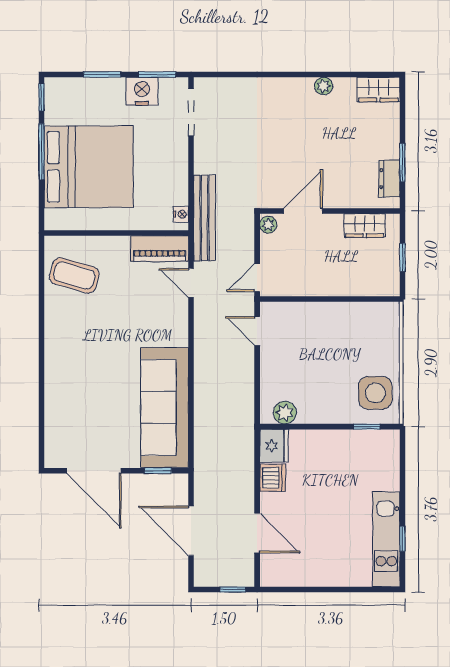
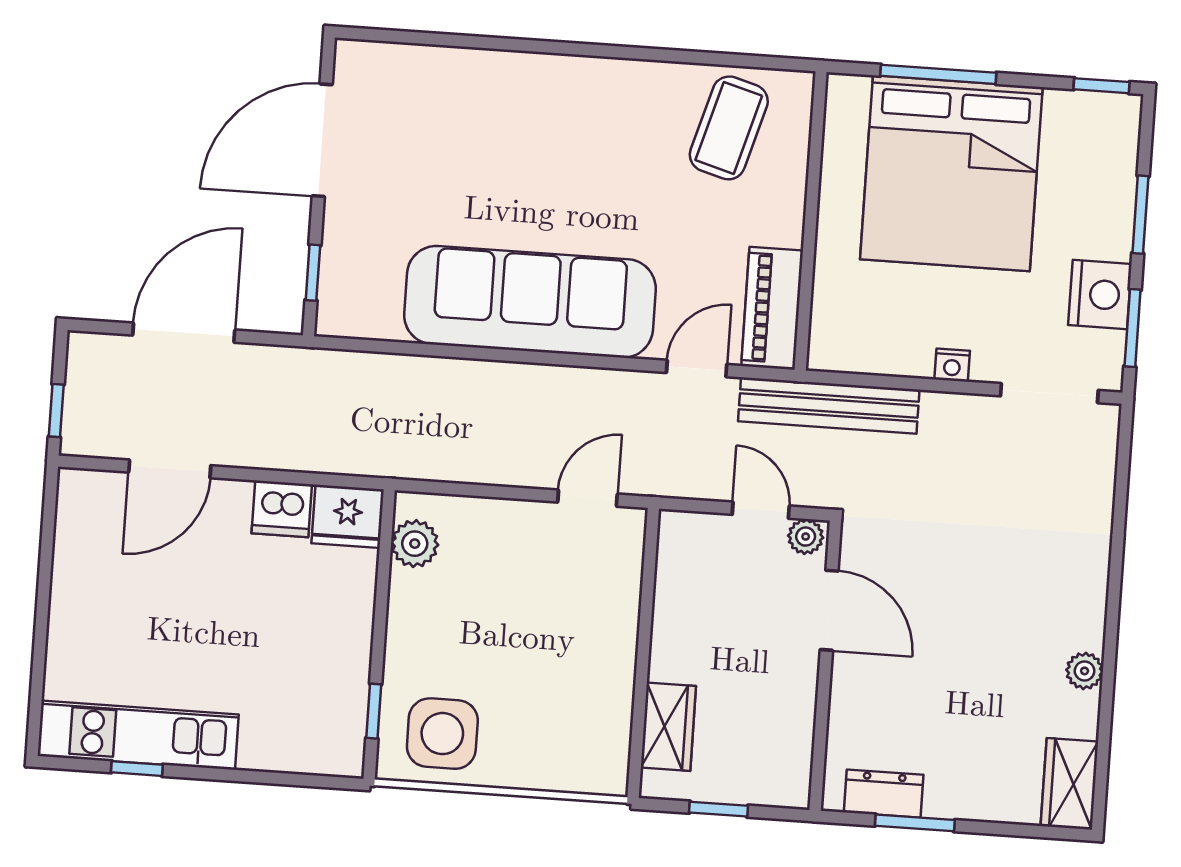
window: (41, 152) -> (938, 74), moved
nightstand: (181, 214) -> (952, 365), moved
wardrobe: (365, 226) -> (668, 727), moved, turned 180
door: (257, 278) -> (761, 510), moved
sofa: (165, 407) -> (530, 302), moved

